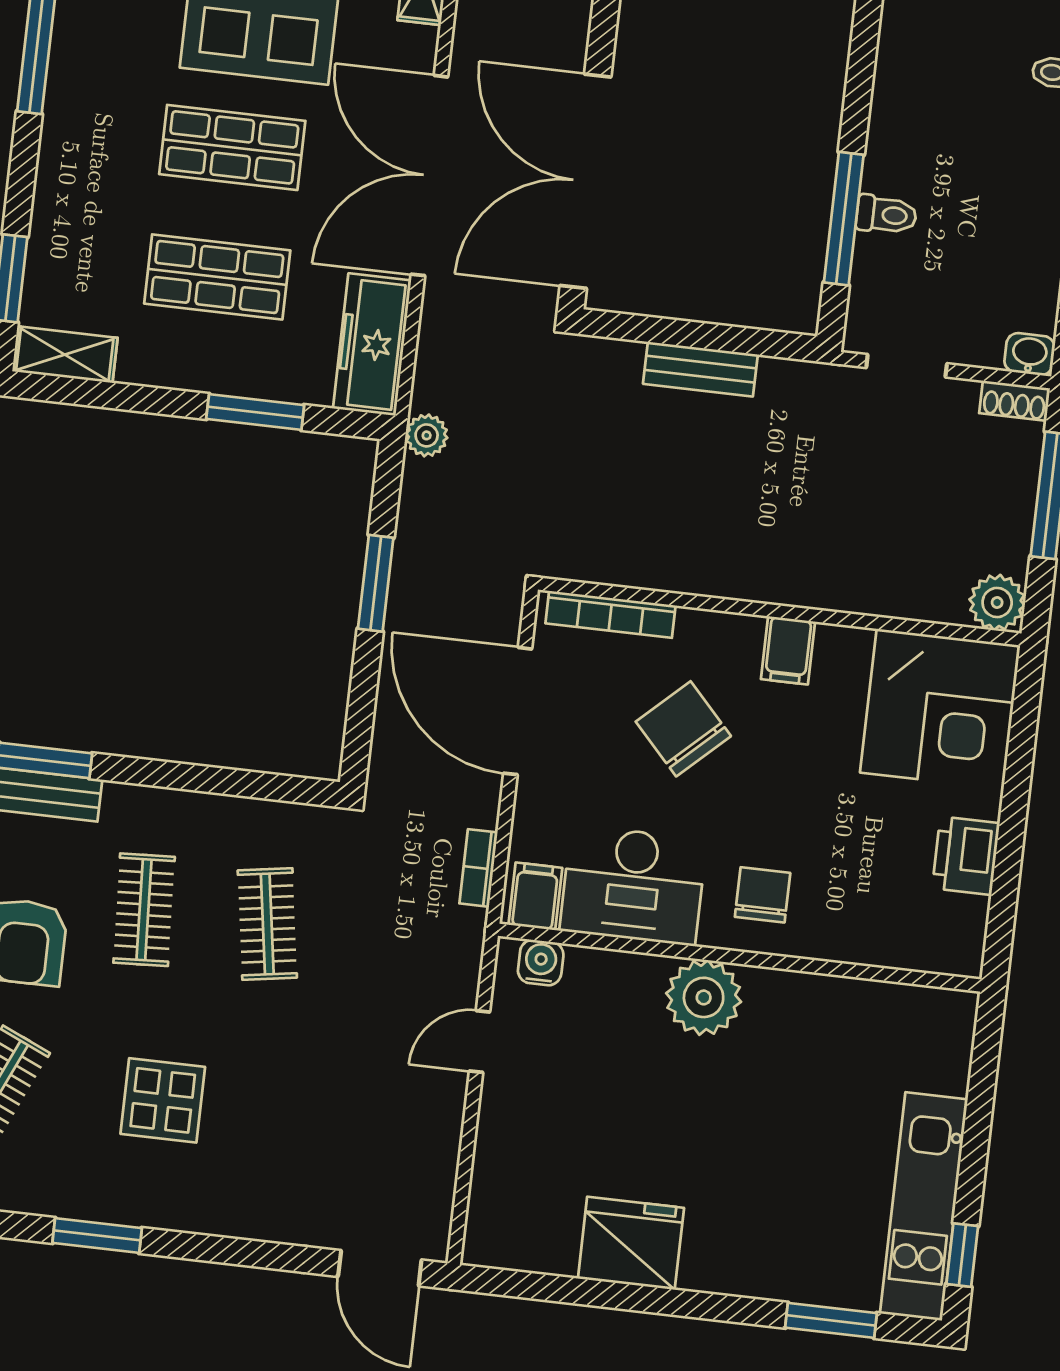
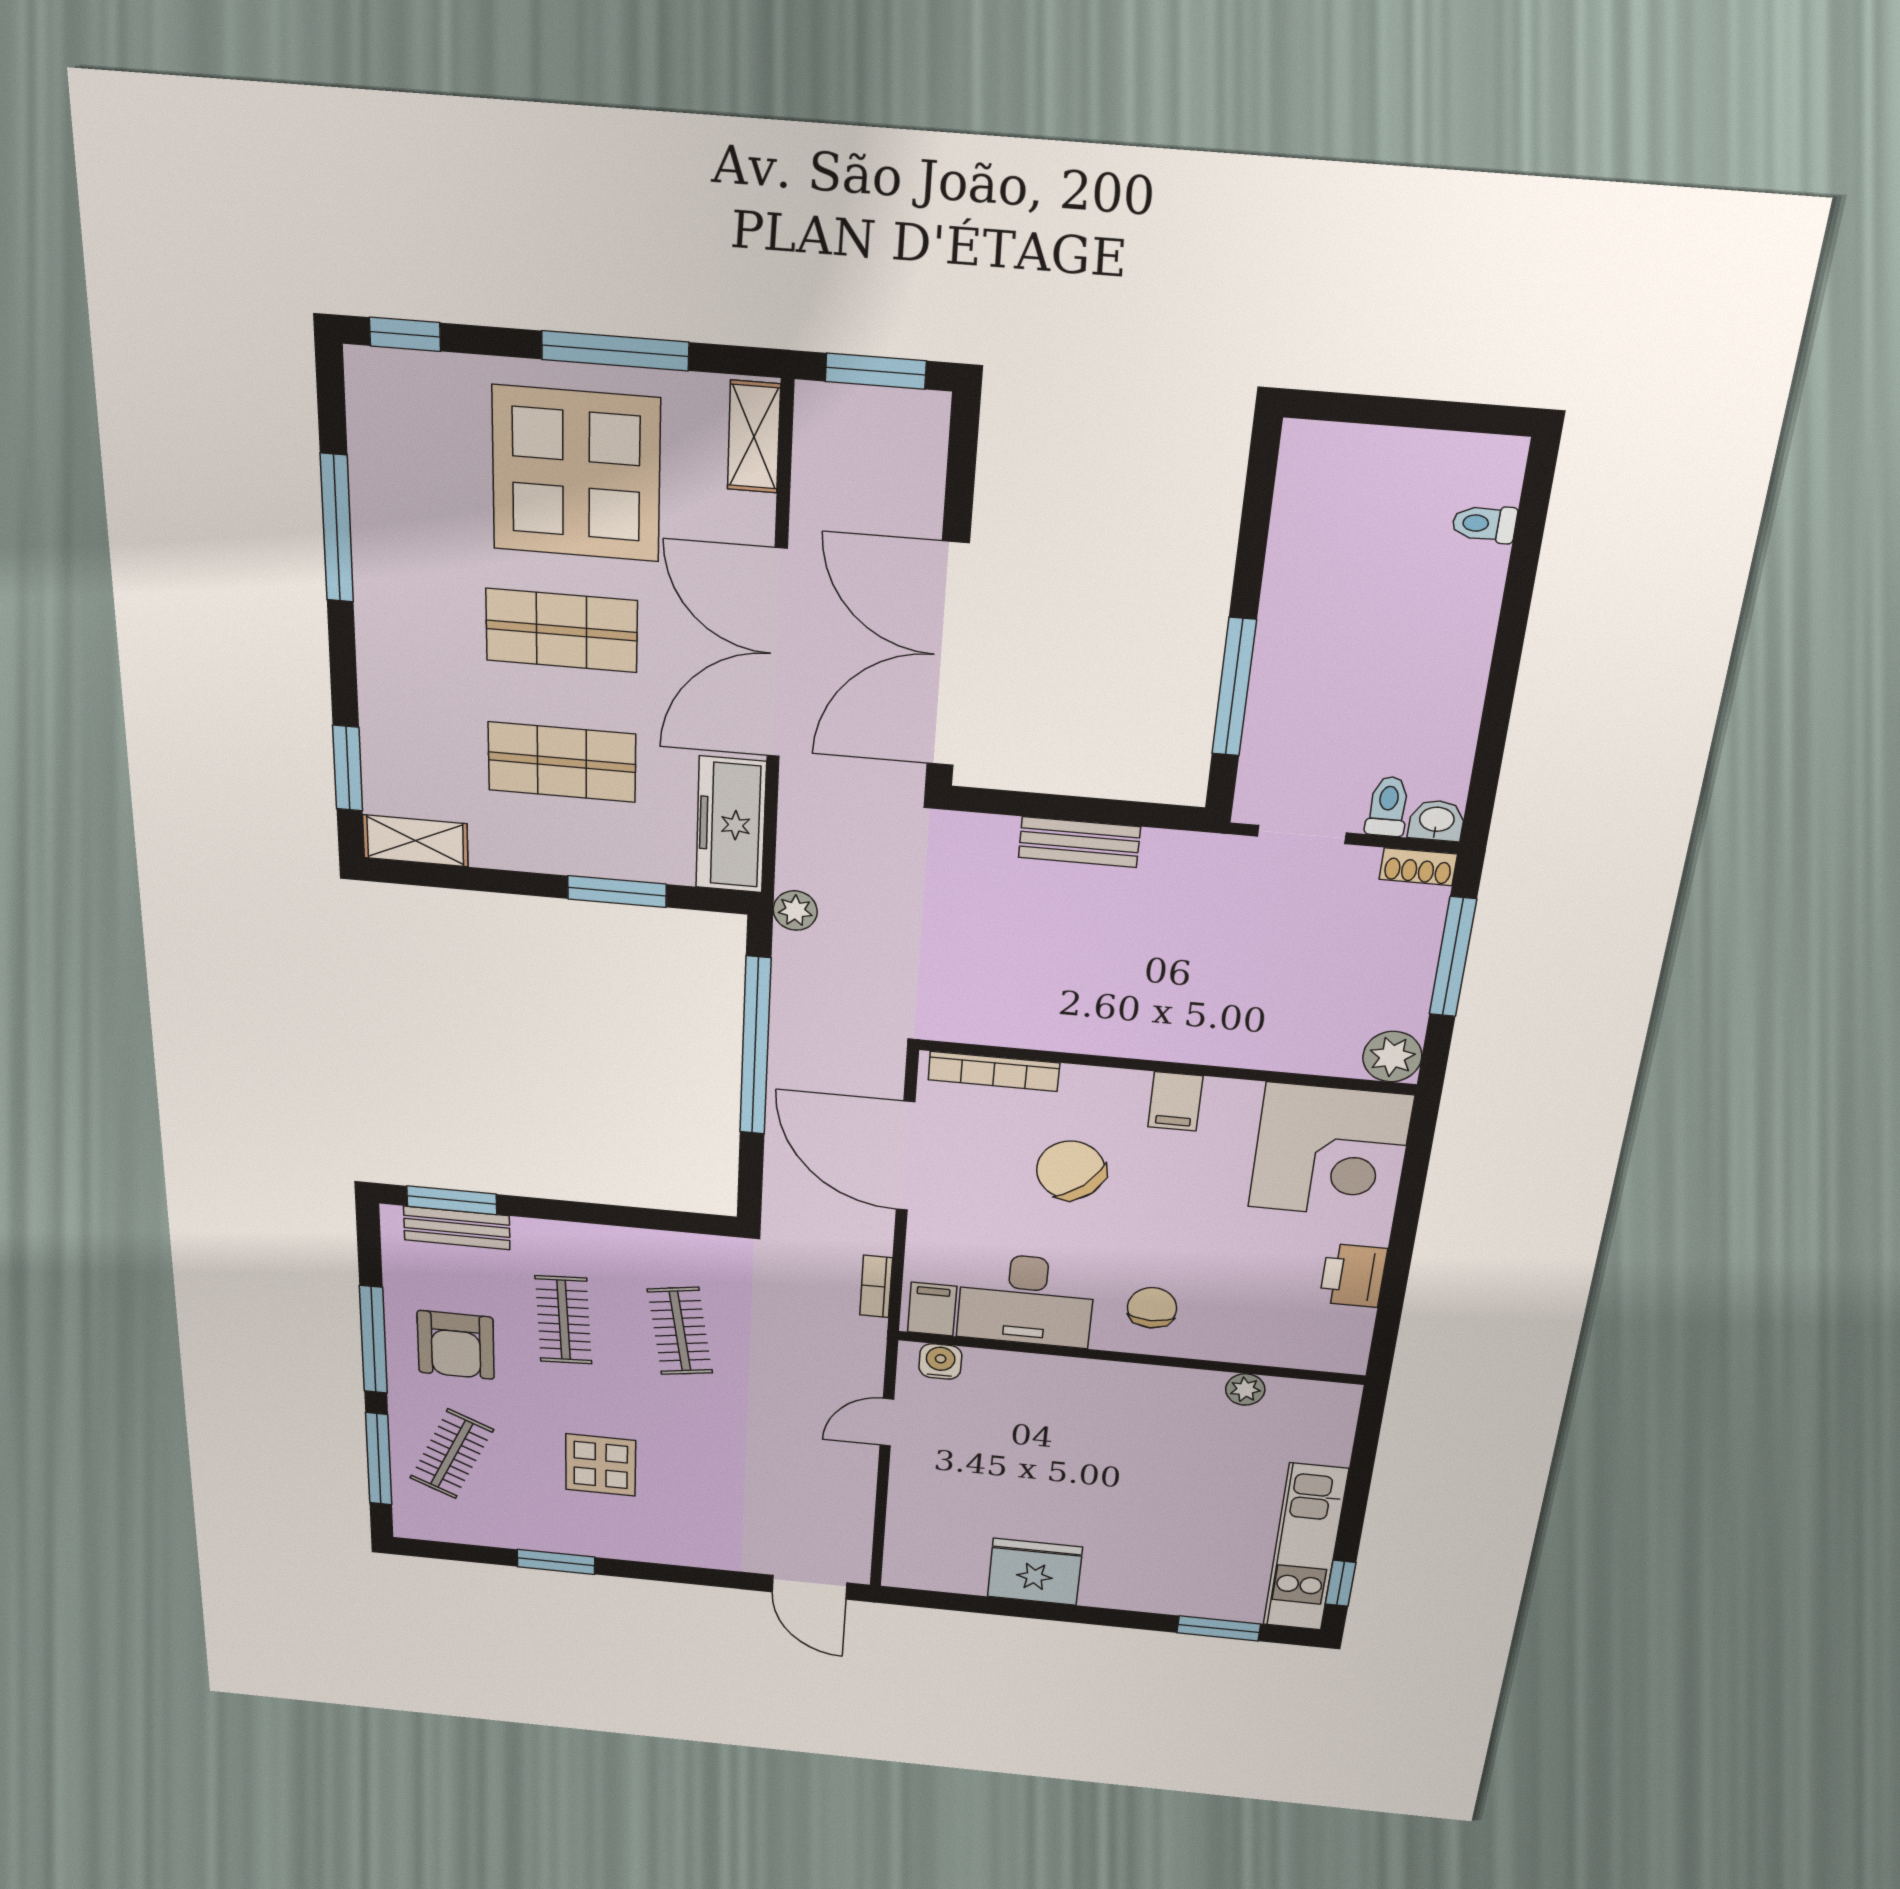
toilet: (886, 215) -> (1388, 806), moved, turned -90
window: (376, 583) -> (755, 1046), width x2.11
plant: (704, 997) -> (1245, 1389), moved, width x0.53, depth x0.53

